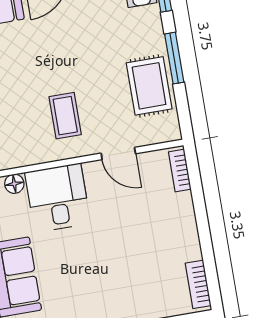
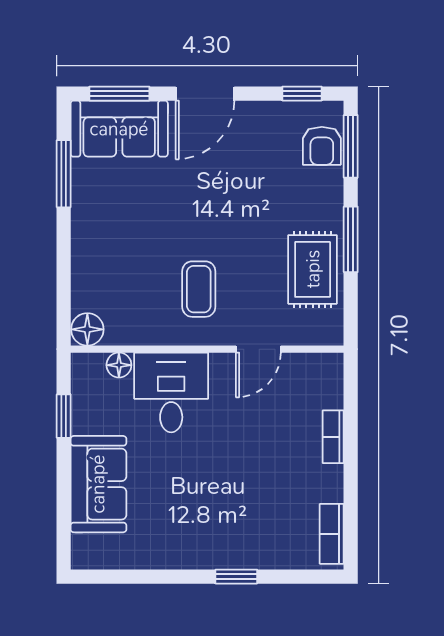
door: (118, 153) -> (258, 349), hinge flipped
bookcase: (180, 171) -> (333, 437), moved

